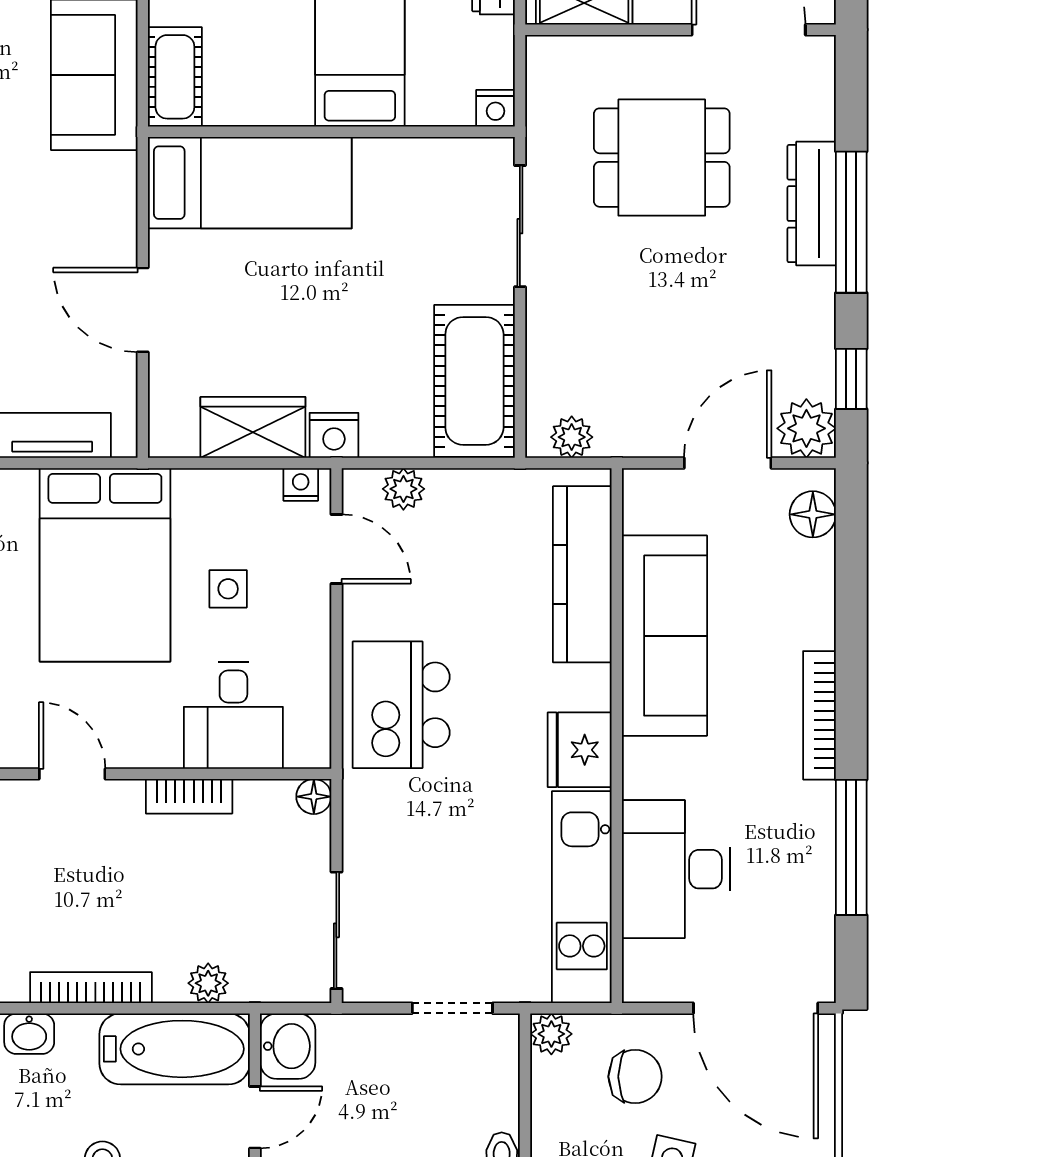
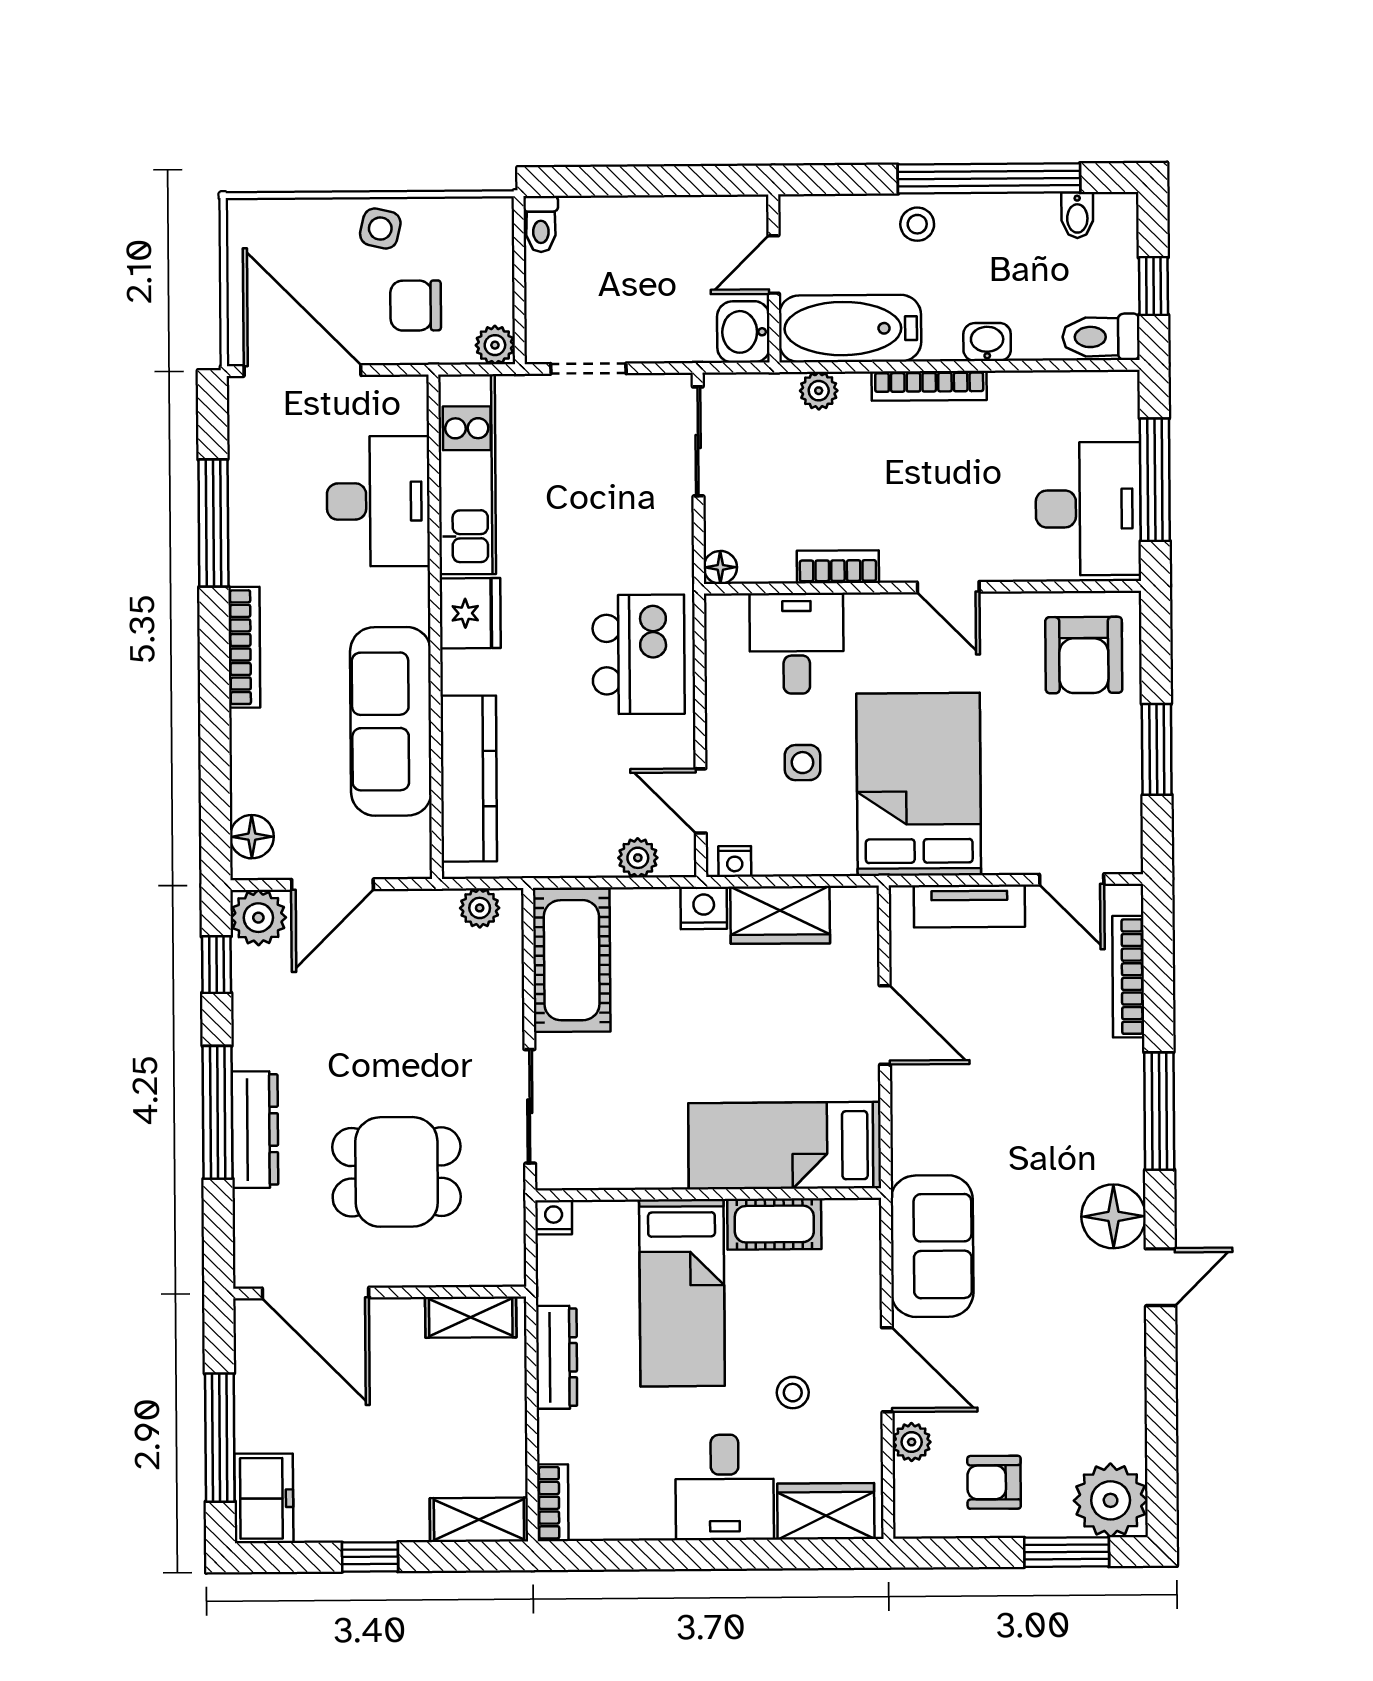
cot: (175, 77) -> (774, 1224), moved, turned 90

